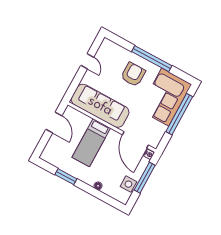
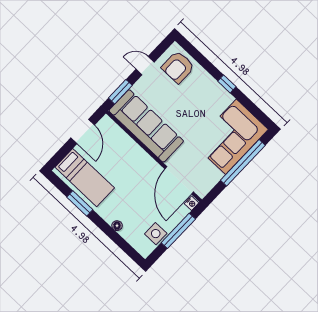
window: (152, 59) -> (227, 84), width x0.32
door: (87, 61) -> (145, 66), swing flipped
armchair: (133, 74) -> (178, 67), moved, turned 180
window: (74, 85) -> (120, 92), added
bed: (91, 143) -> (85, 178), moved, turned -90

